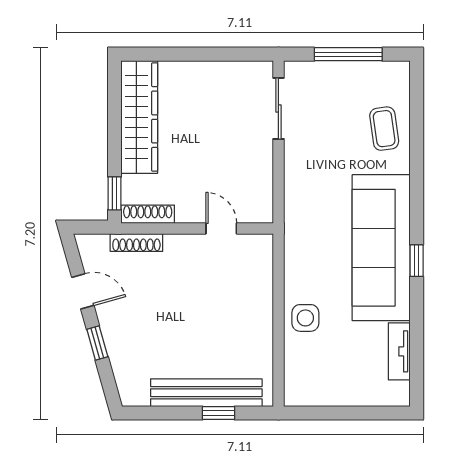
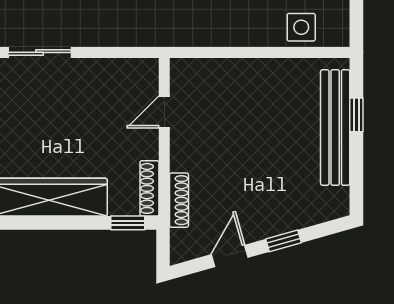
side table: (305, 318) -> (301, 27), moved

